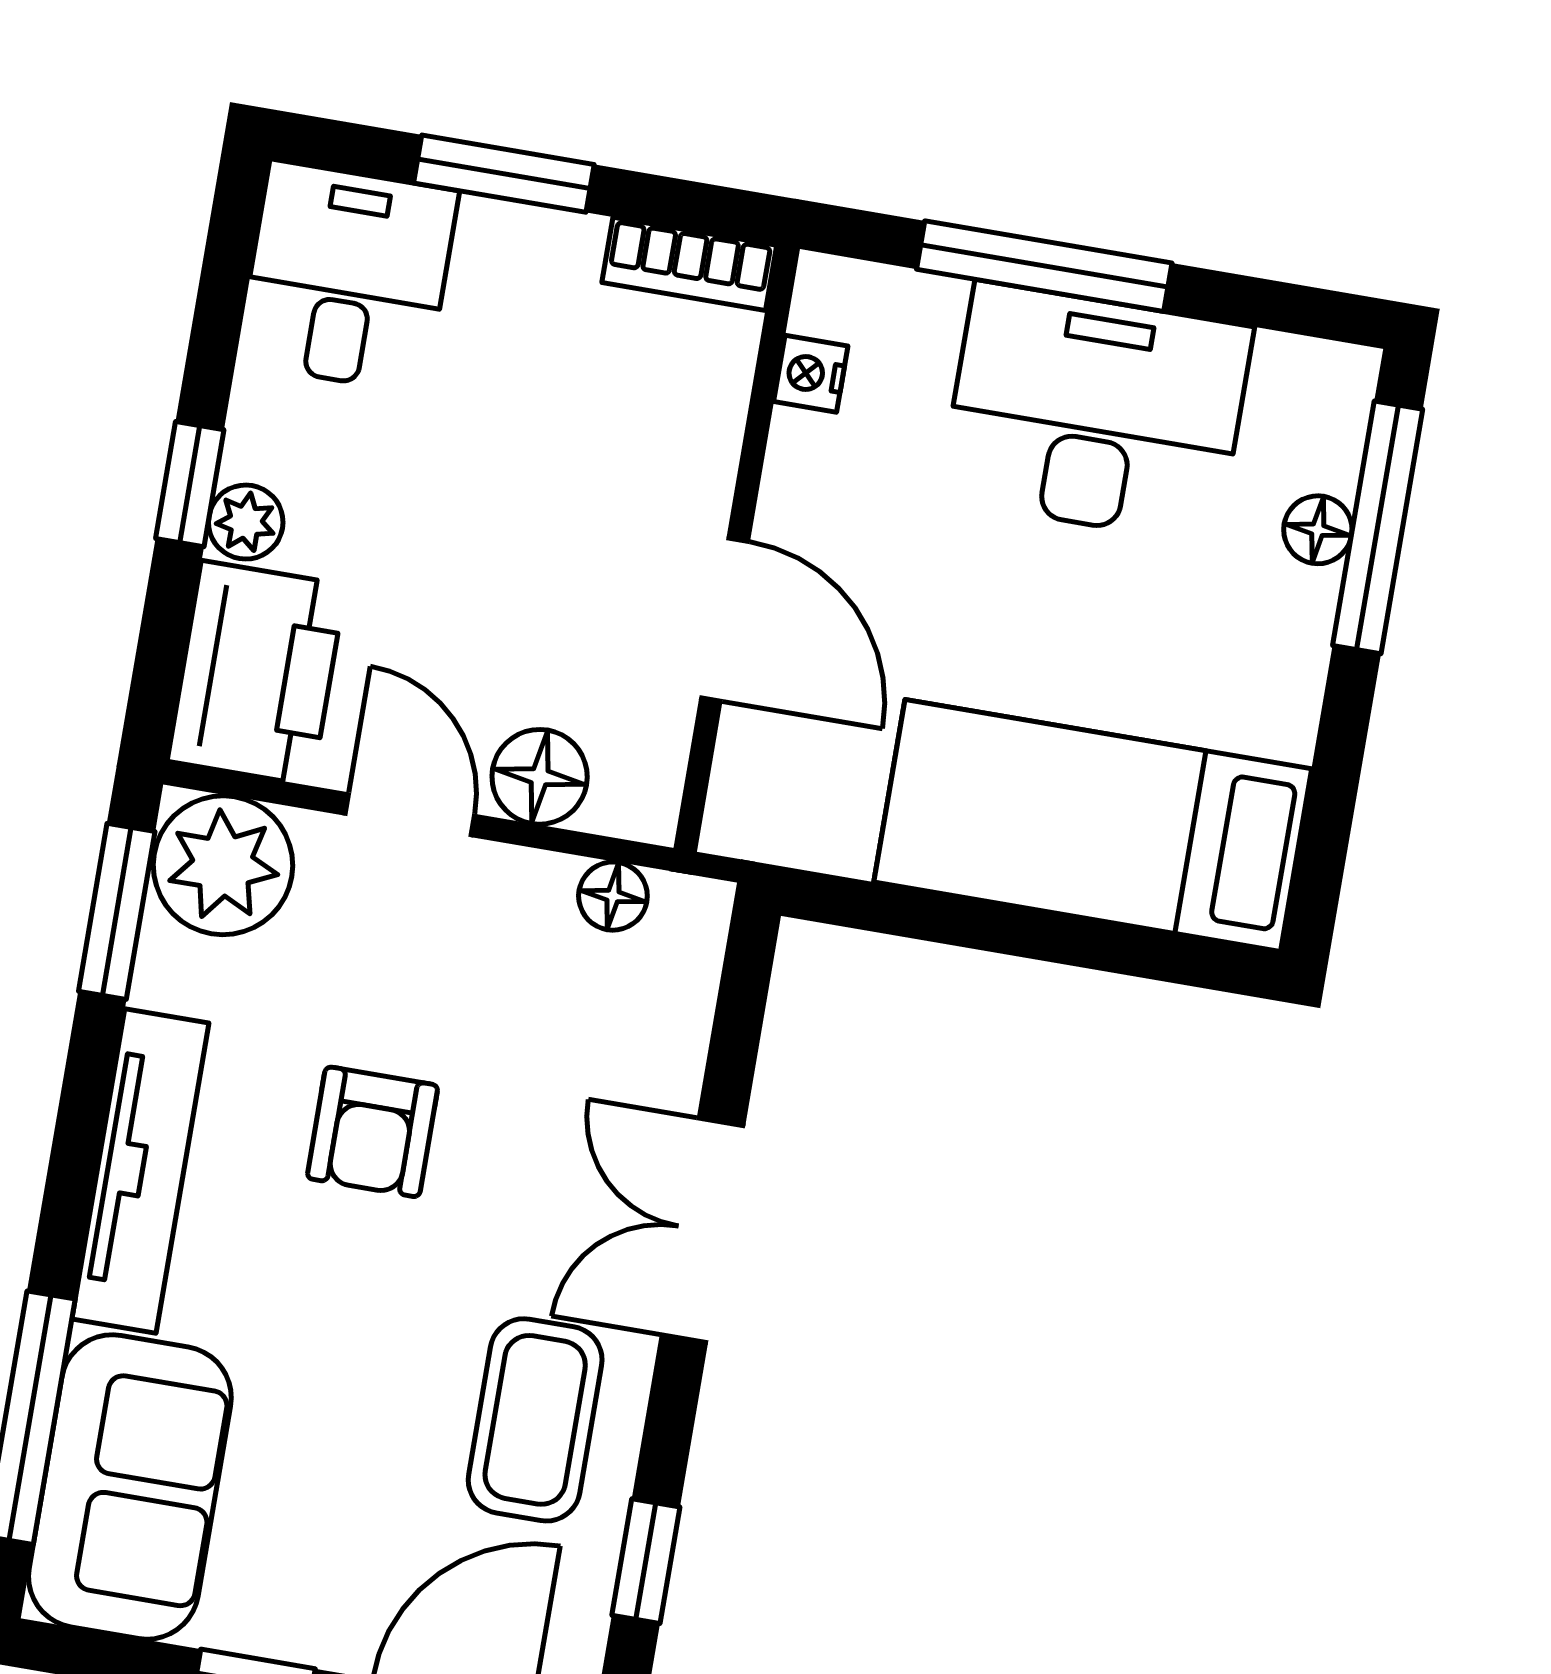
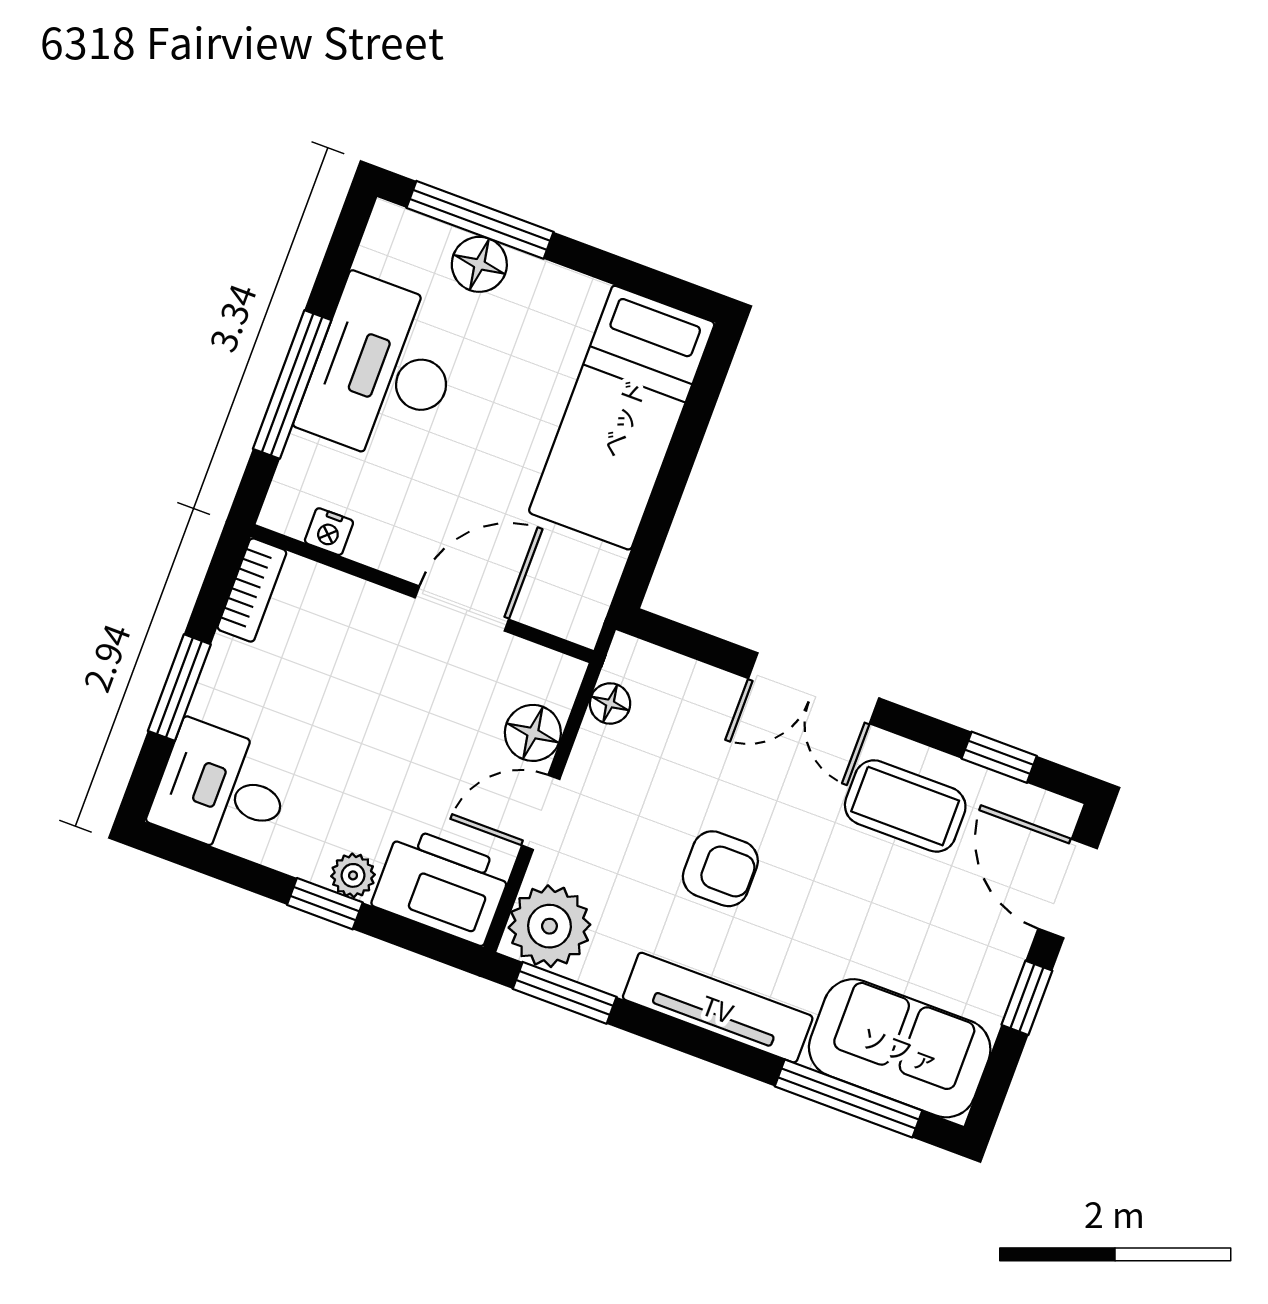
floor lamp: (1318, 530) -> (479, 264), width x1.37, depth x1.37

